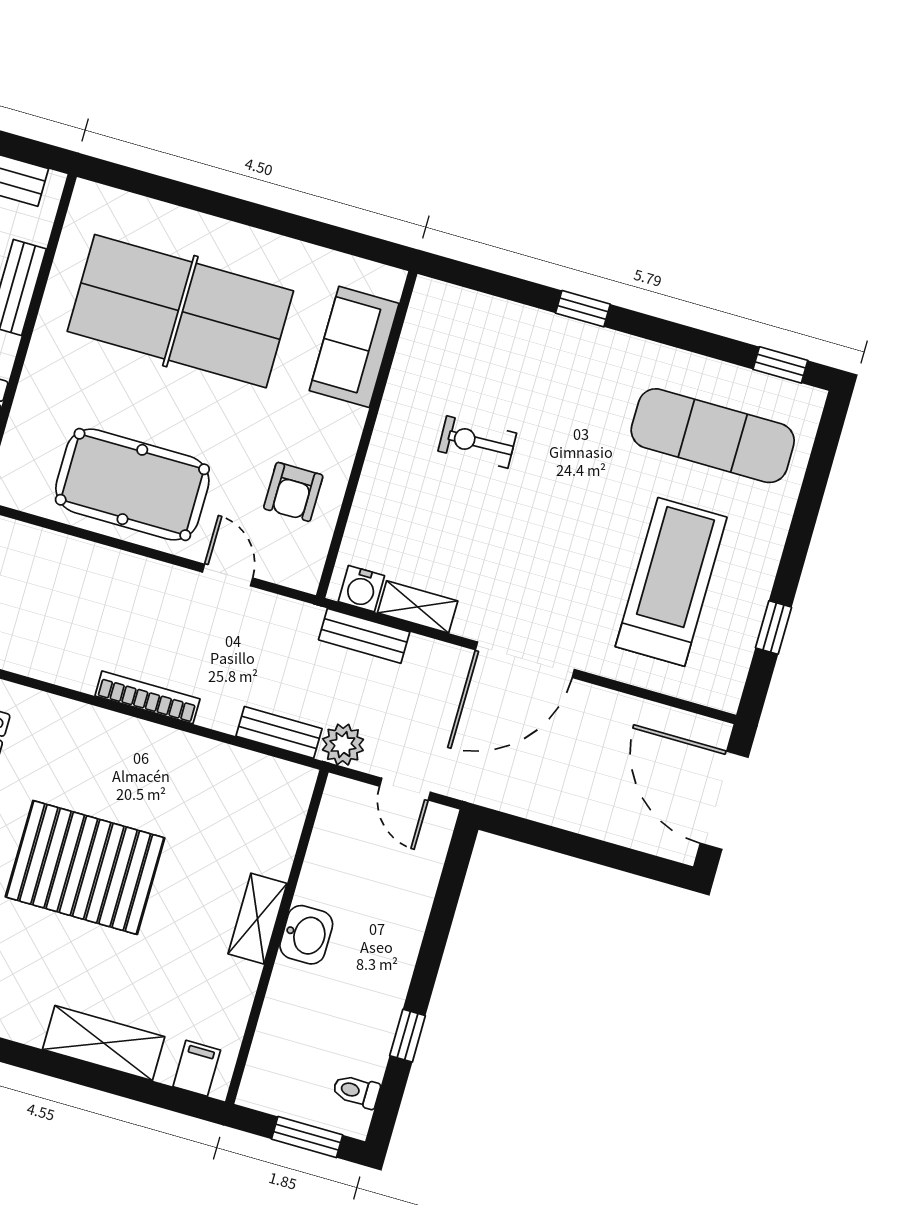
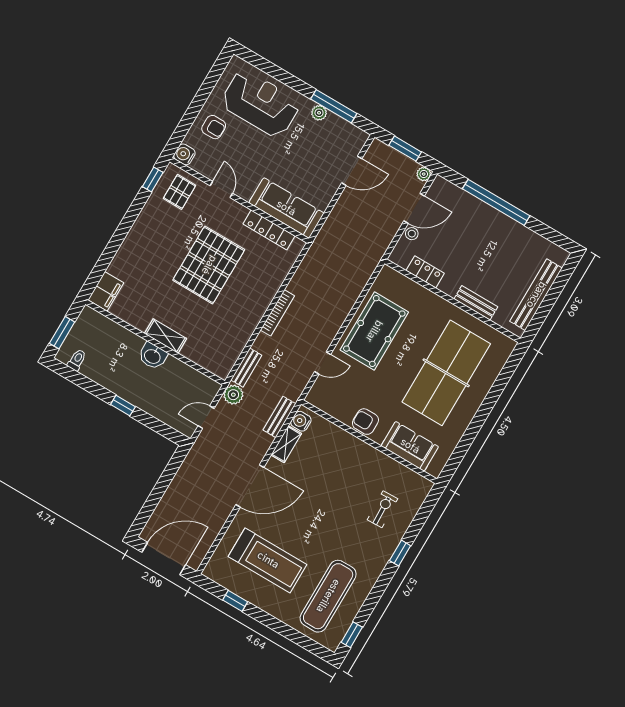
exercise bike: (477, 442) -> (383, 509), moved
armchair: (293, 492) -> (365, 422), moved
door: (525, 660) -> (250, 486), swing flipped
window: (408, 1036) -> (123, 406), moved
shelving: (104, 1043) -> (128, 253), removed
filing cabinet: (197, 1068) -> (106, 291), width x2.00

